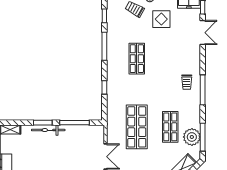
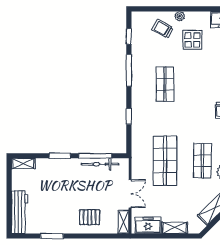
bicycle: (48, 130) -> (100, 164), moved

